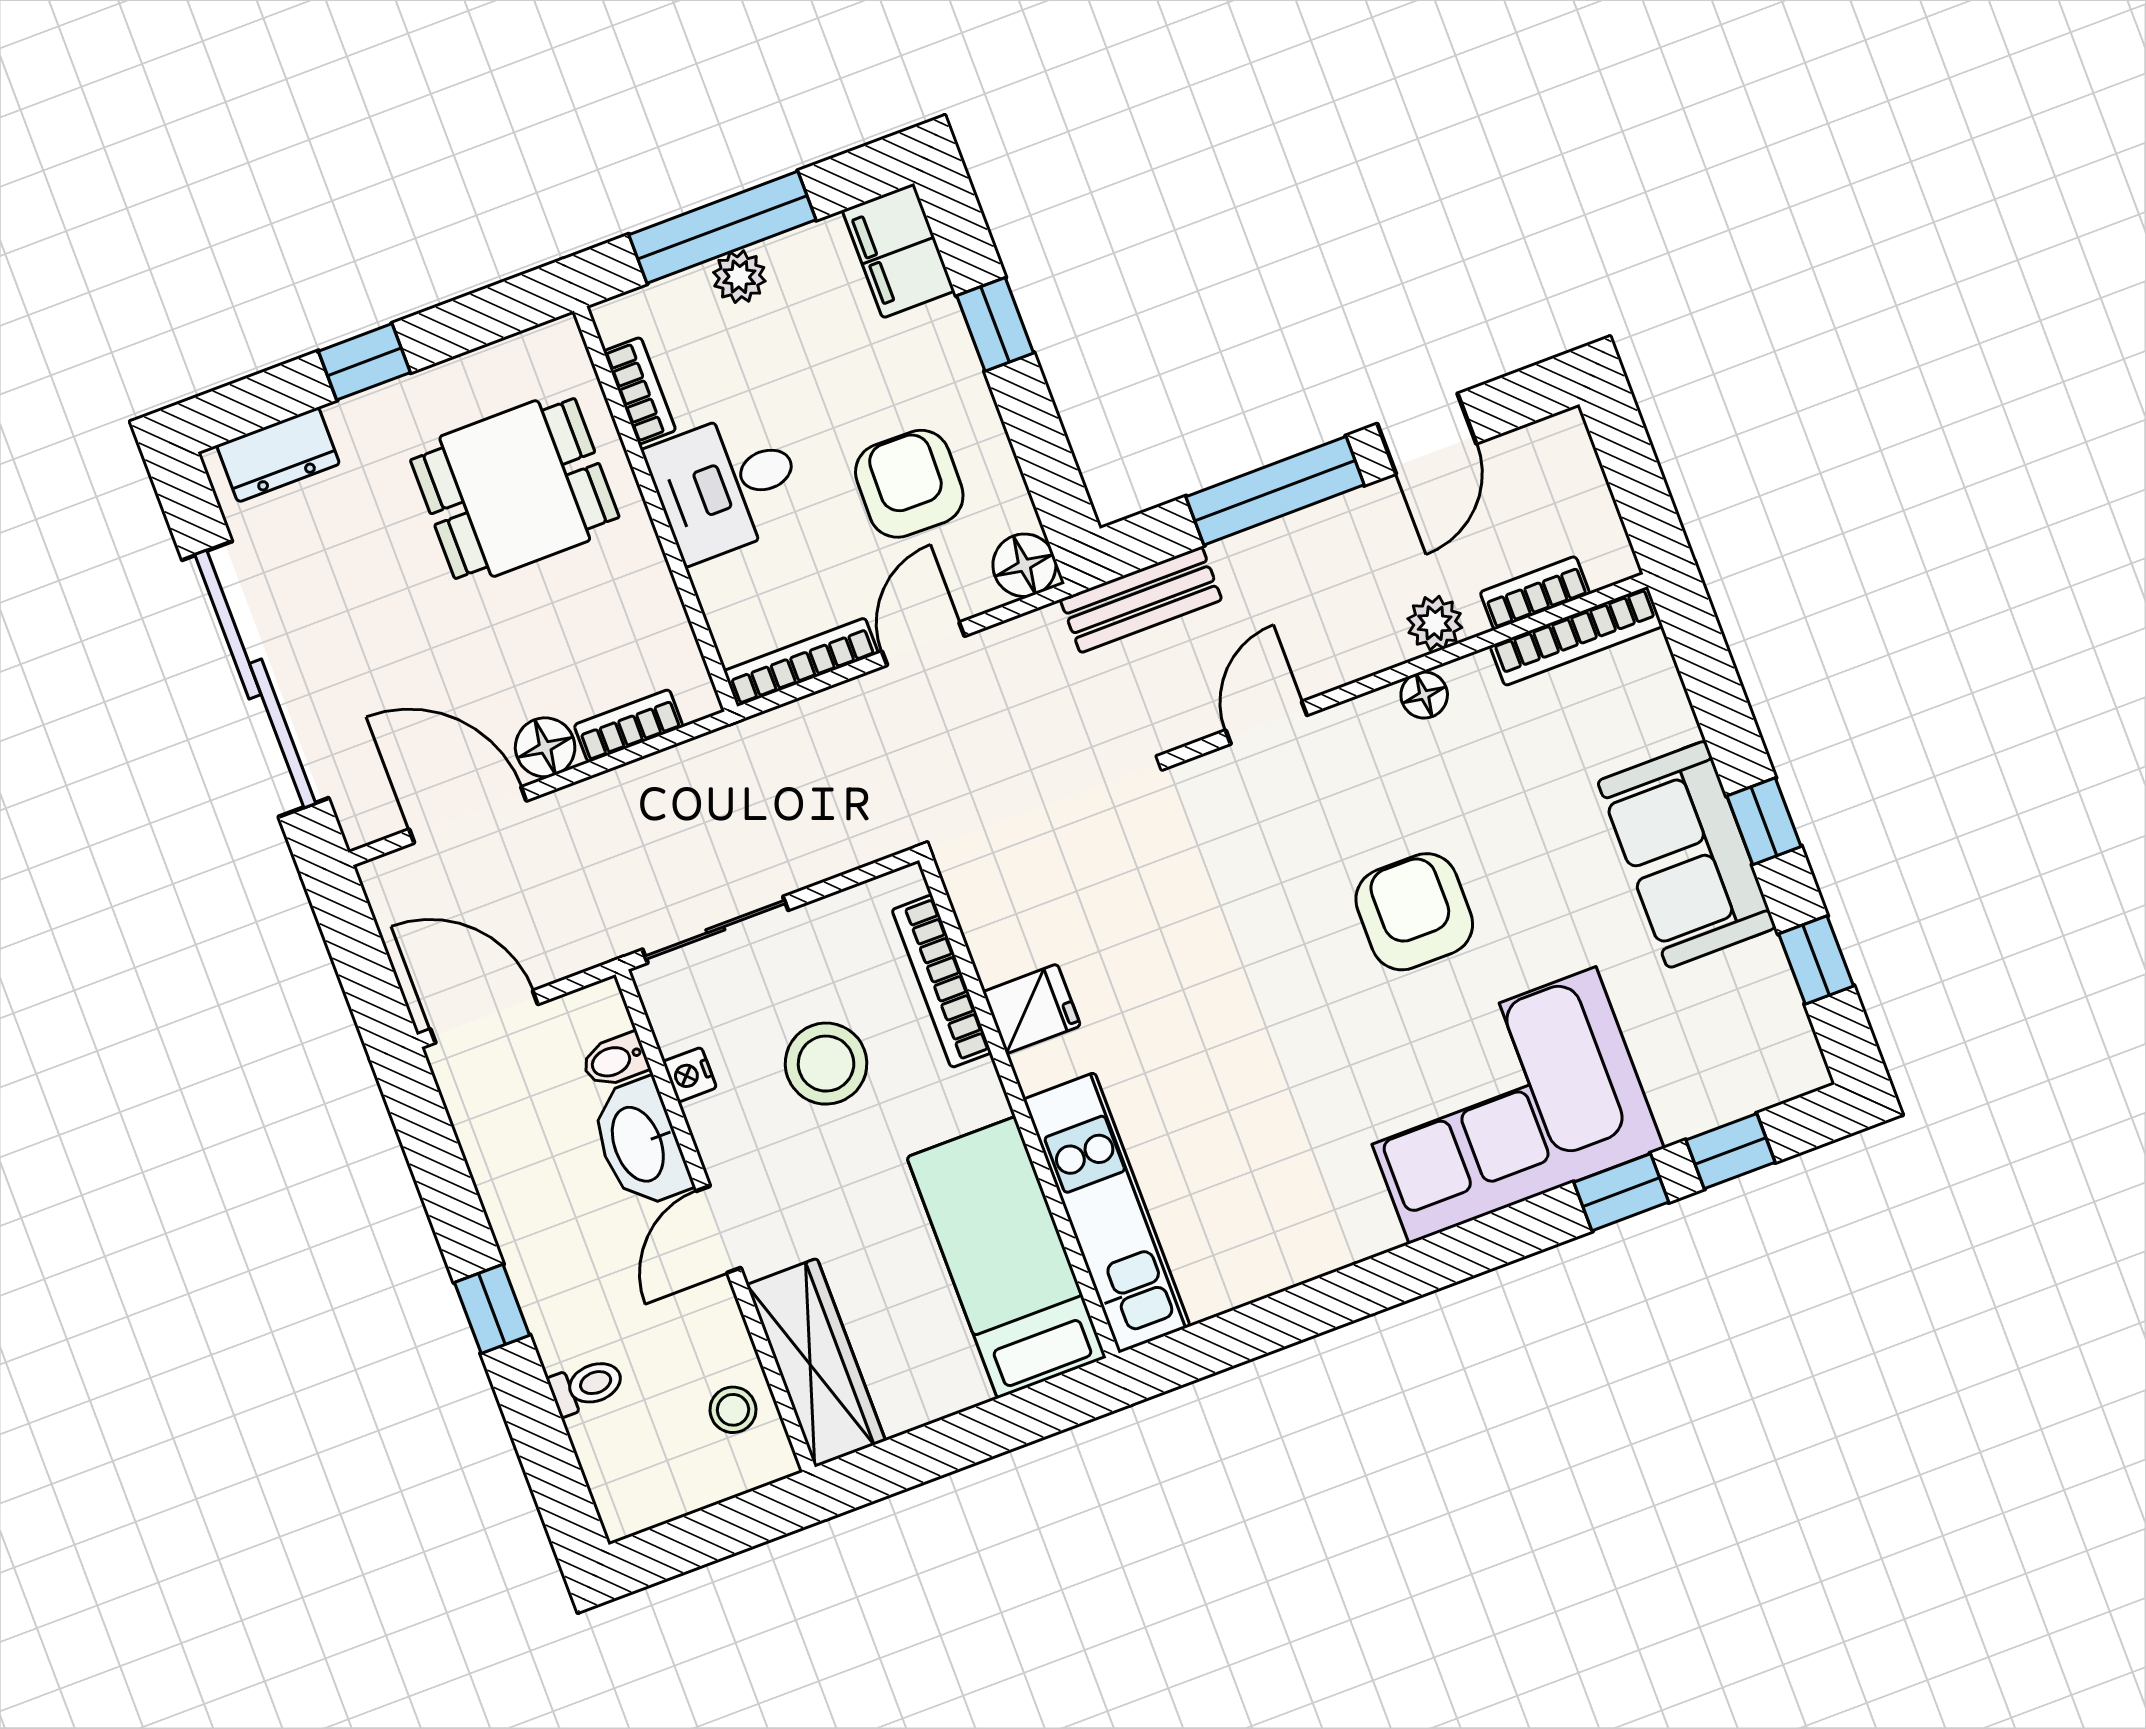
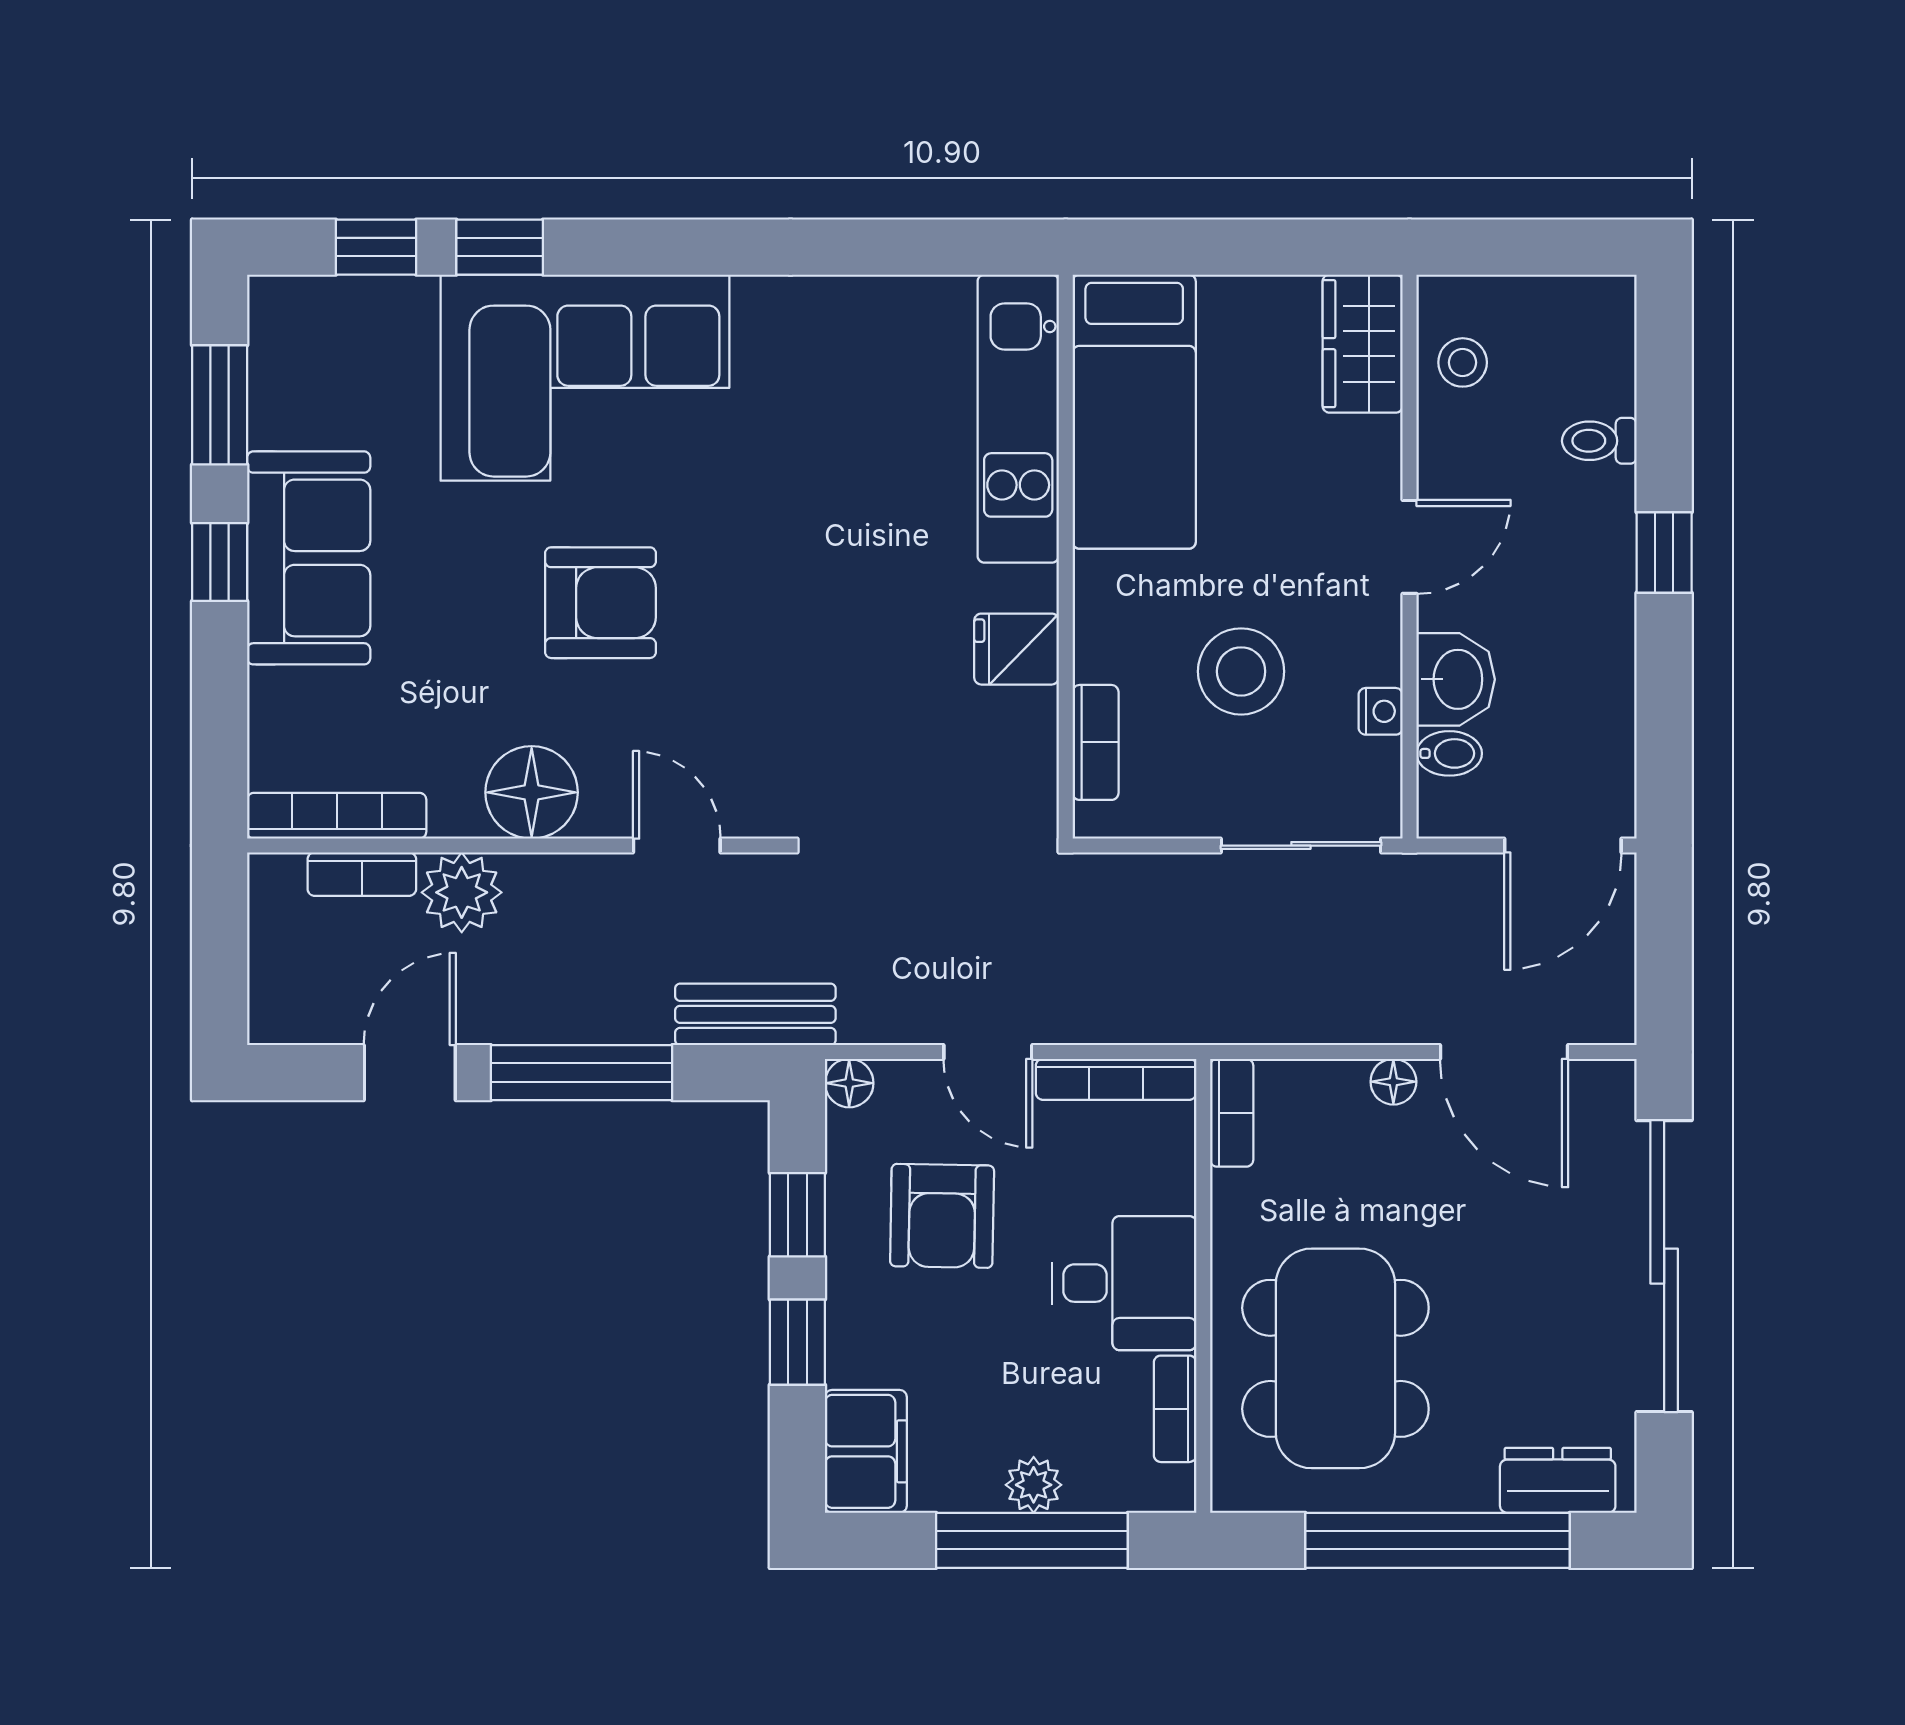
window: (364, 362) -> (1438, 1540), width x3.17
window: (1037, 437) -> (797, 1215), added
dining table: (515, 489) -> (1335, 1358), width x1.38
floor lamp: (1024, 565) -> (849, 1083), width x0.73, depth x0.73
plant: (1435, 623) -> (462, 892), width x1.38, depth x1.38
door: (923, 644) -> (988, 1052), hinge flipped
floor lamp: (1424, 695) -> (532, 792), width x1.89, depth x1.89
door: (1266, 723) -> (677, 846), swing flipped
bookcase: (629, 726) -> (1232, 1113), moved, turned -90
floor lamp: (545, 747) -> (1393, 1082), width x0.73, depth x0.73
armchair: (1414, 912) -> (601, 603), turned -90
window: (1816, 960) -> (220, 405), width x1.50
bookcase: (942, 981) -> (1096, 742), width x0.64
door: (484, 1017) -> (1563, 846), hinge flipped
washbasin: (640, 1143) -> (1456, 679), width x0.72
wardrobe: (816, 1363) -> (1363, 344), width x0.67

